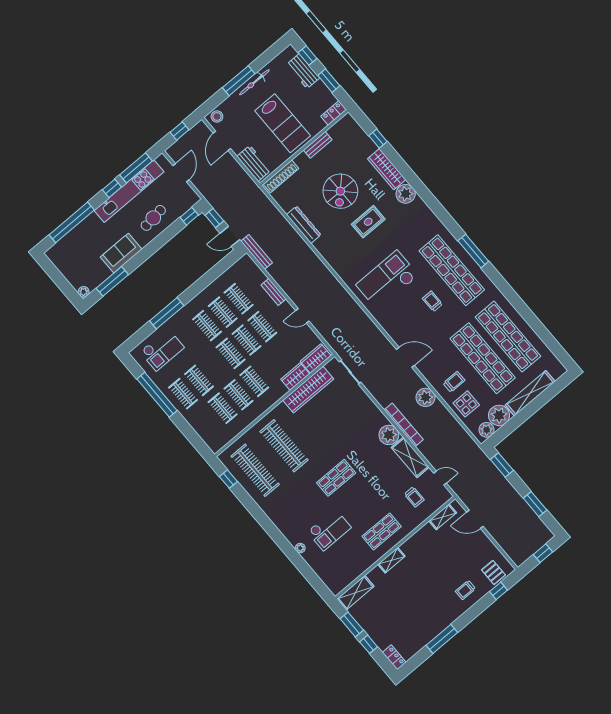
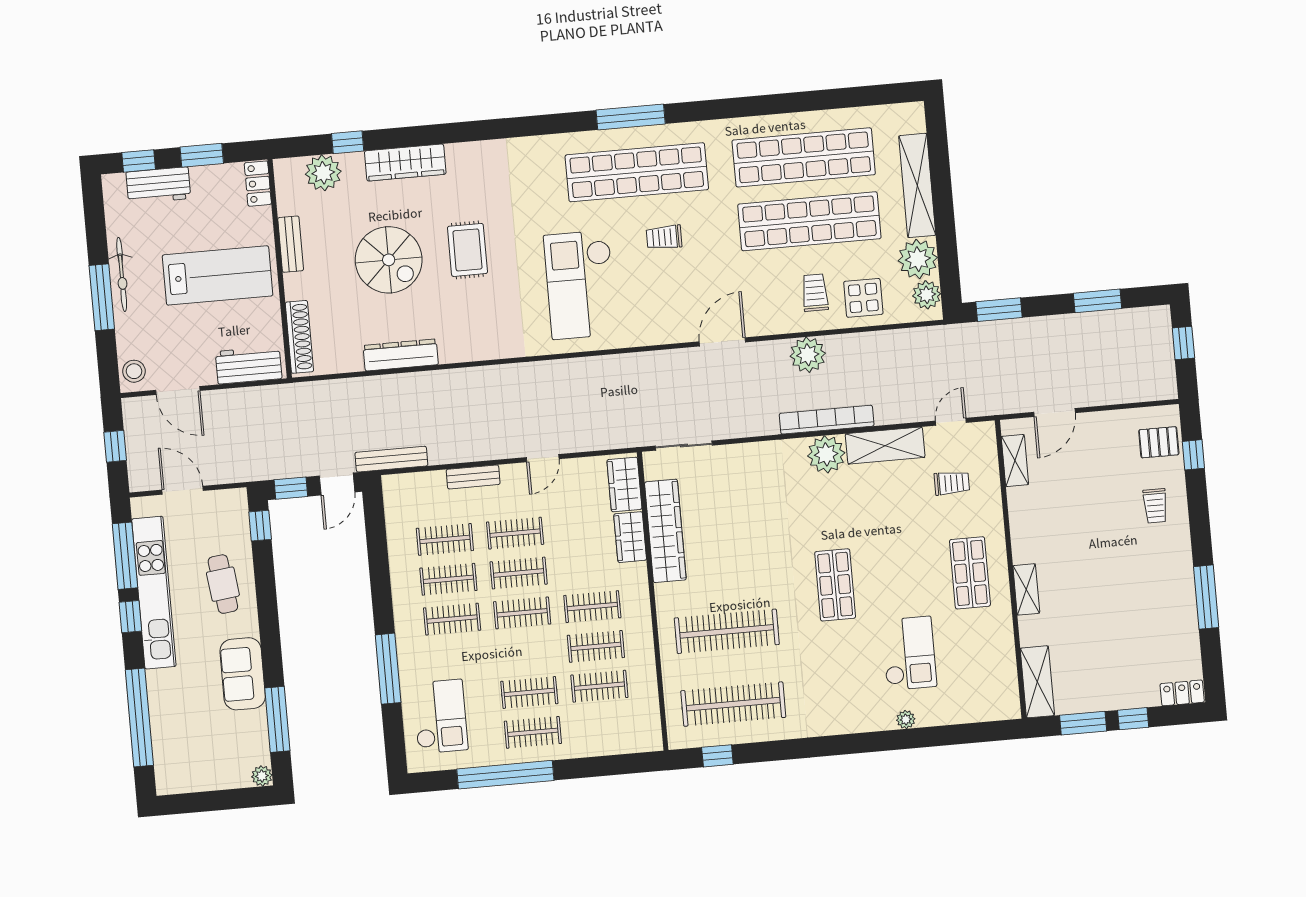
plant: (406, 194) -> (323, 173), moved

